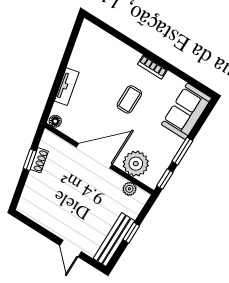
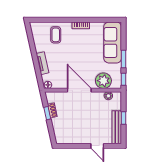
coffee table: (129, 99) -> (56, 35), moved
sofa: (186, 111) -> (113, 43), width x1.36
door: (94, 156) -> (79, 90), hinge flipped

